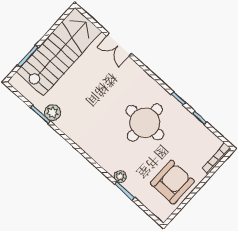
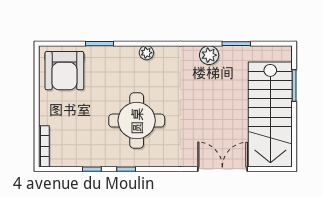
double door: (119, 45) -> (222, 169), width x1.37
plant: (53, 113) -> (209, 55), moved
plant: (120, 177) -> (146, 53), moved
armchair: (172, 182) -> (64, 71), moved

